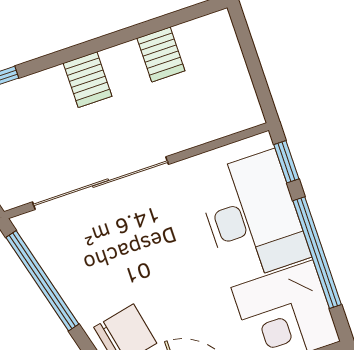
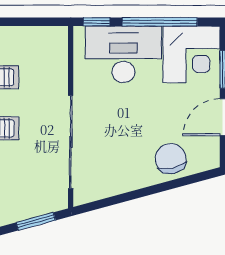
window: (42, 281) -> (119, 199), removed

